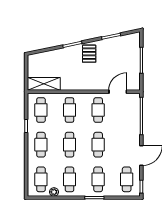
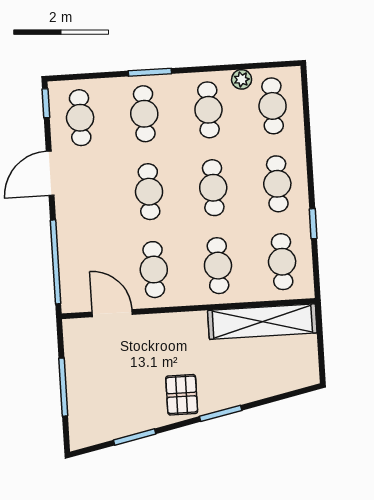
shelving: (44, 84) -> (262, 322), width x1.47
door: (118, 92) -> (112, 313), swing flipped

